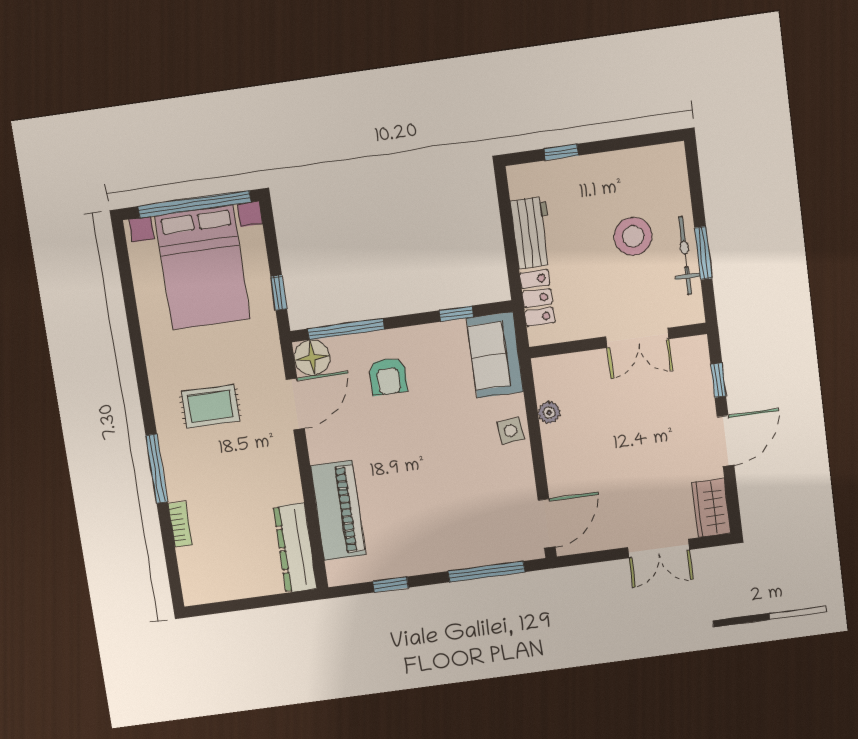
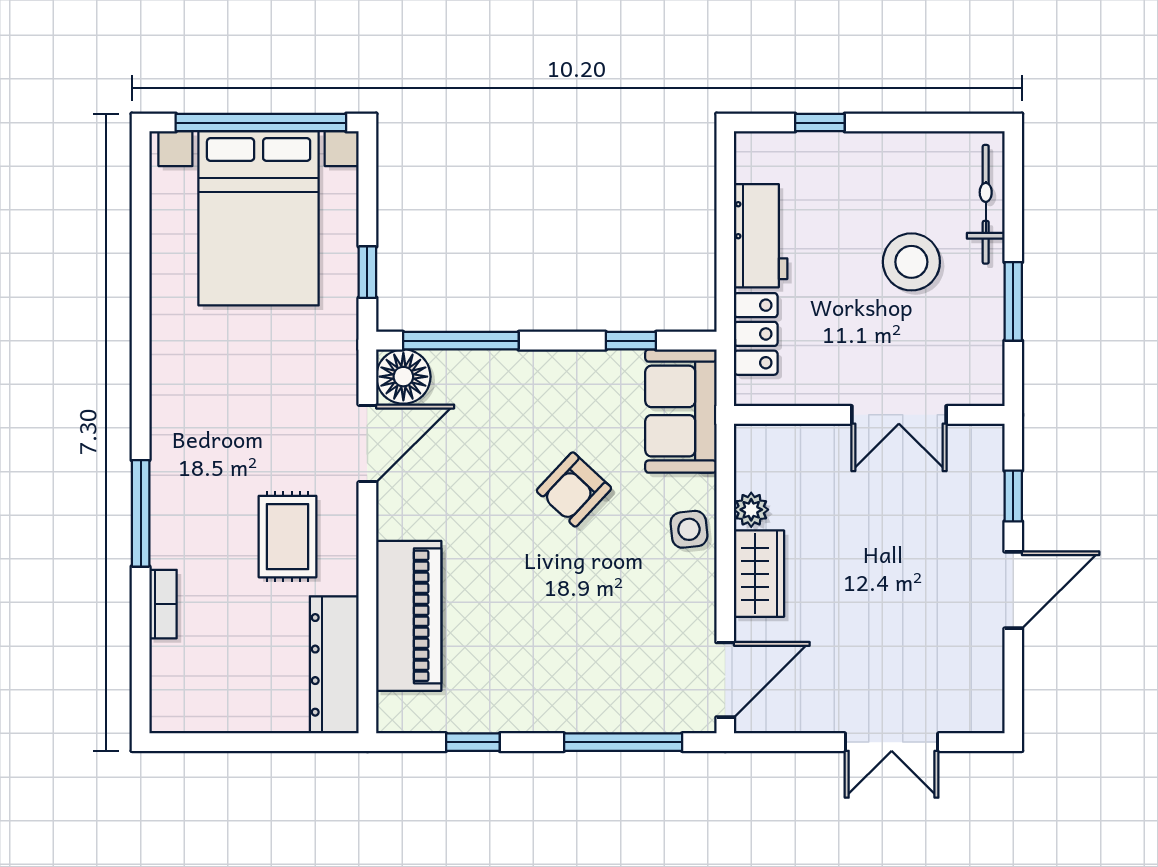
bicycle: (685, 256) -> (986, 204), moved
armchair: (388, 376) -> (574, 489), moved, turned 43
rug: (210, 406) -> (288, 537), moved, turned 90
wardrobe: (711, 508) -> (759, 574), moved, turned 180

